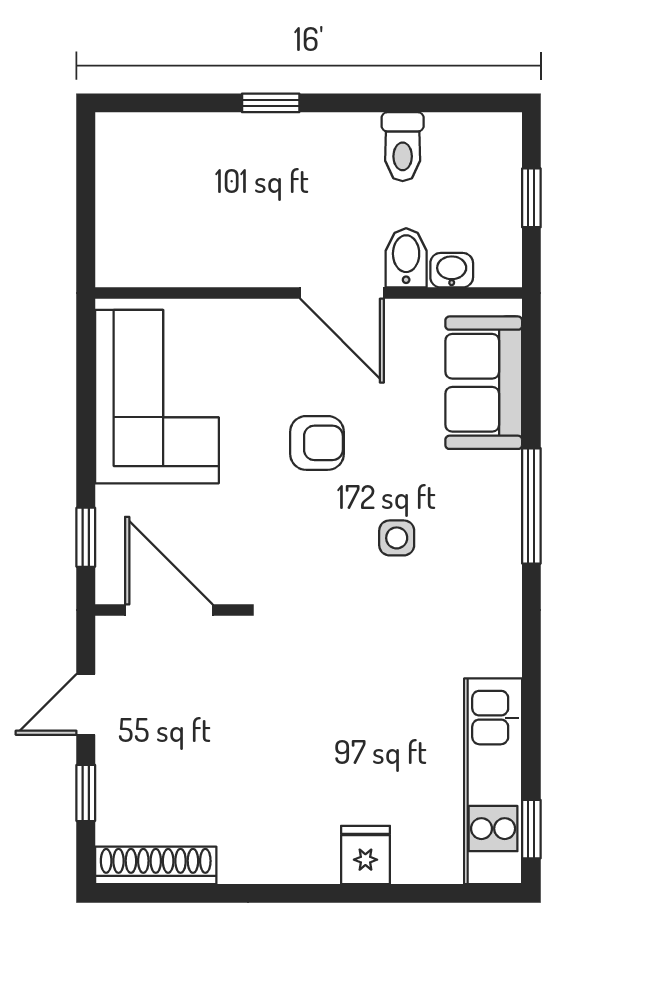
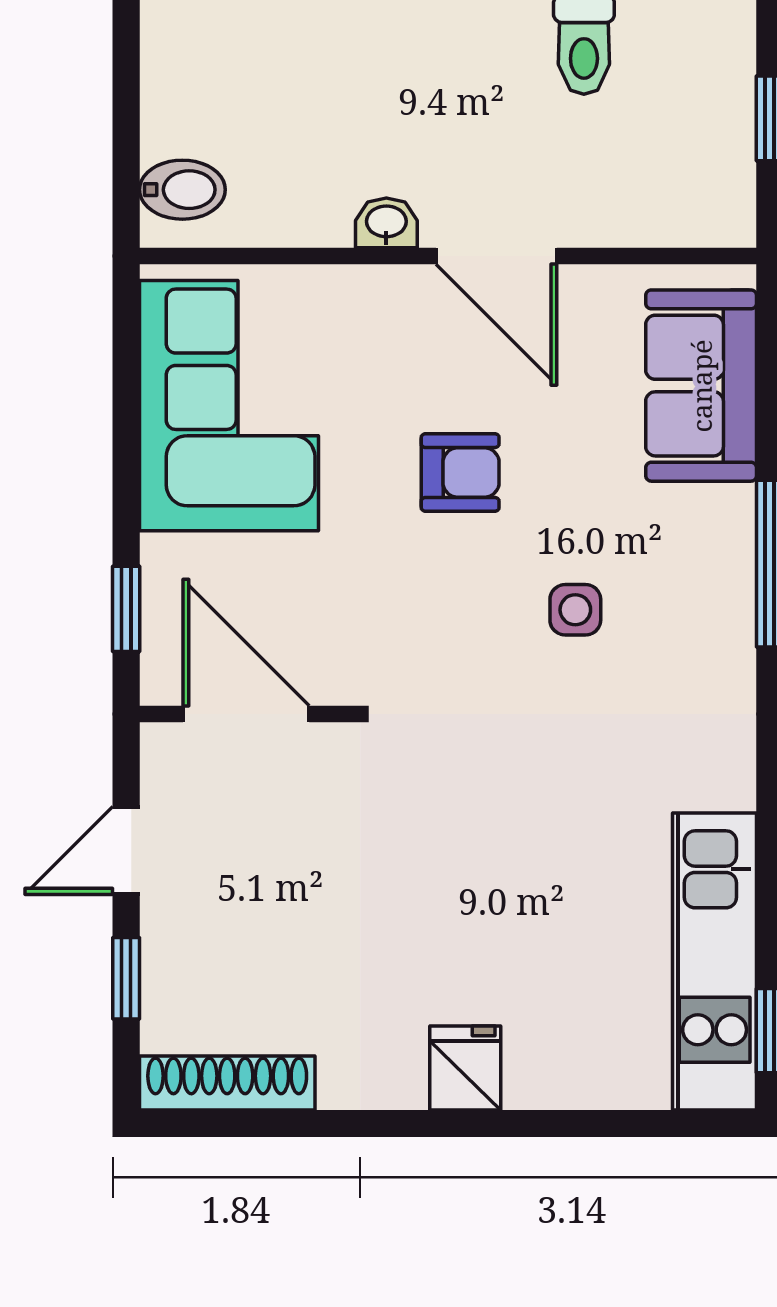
bidet: (406, 258) -> (182, 190), moved, turned 90
washbasin: (452, 270) -> (386, 223), moved
fridge: (365, 855) -> (465, 1068), moved

